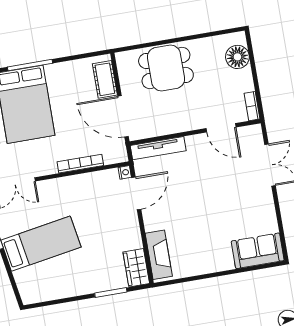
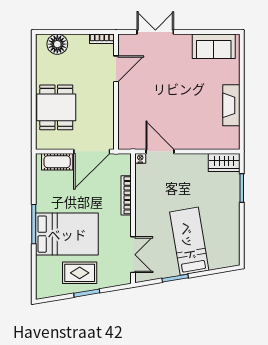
tv unit: (158, 148) -> (124, 126), removed
sofa: (258, 251) -> (214, 46), moved, turned -90
fireplace: (159, 255) -> (231, 105), moved, turned -90

